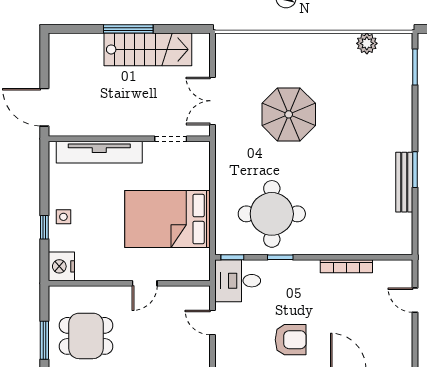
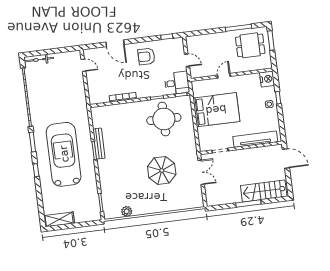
stairs: (148, 49) -> (264, 191), moved
door: (415, 300) -> (83, 65), moved

